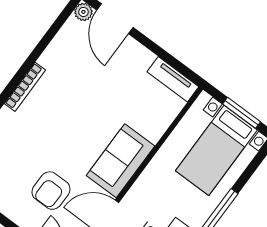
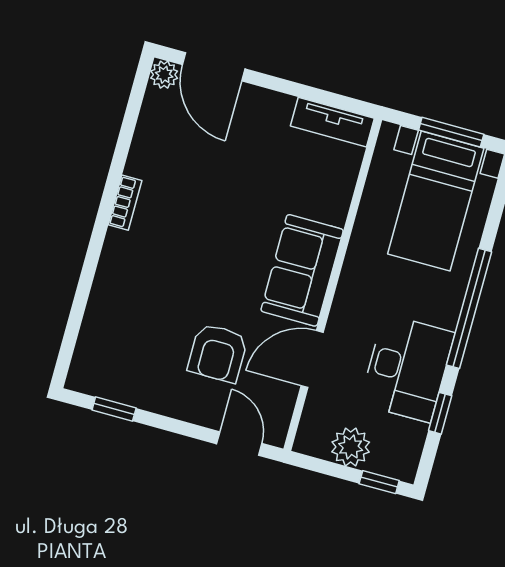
bookcase: (25, 87) -> (125, 203), width x0.64

